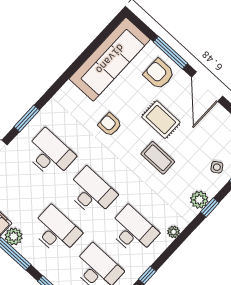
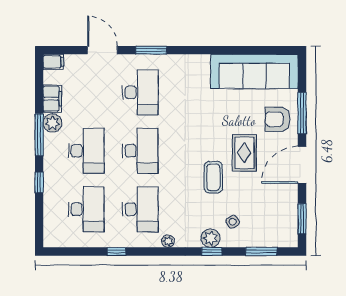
armchair: (159, 74) -> (278, 119), turned -90
armchair: (110, 125) -> (205, 117), removed
side table: (217, 167) -> (233, 222), moved

